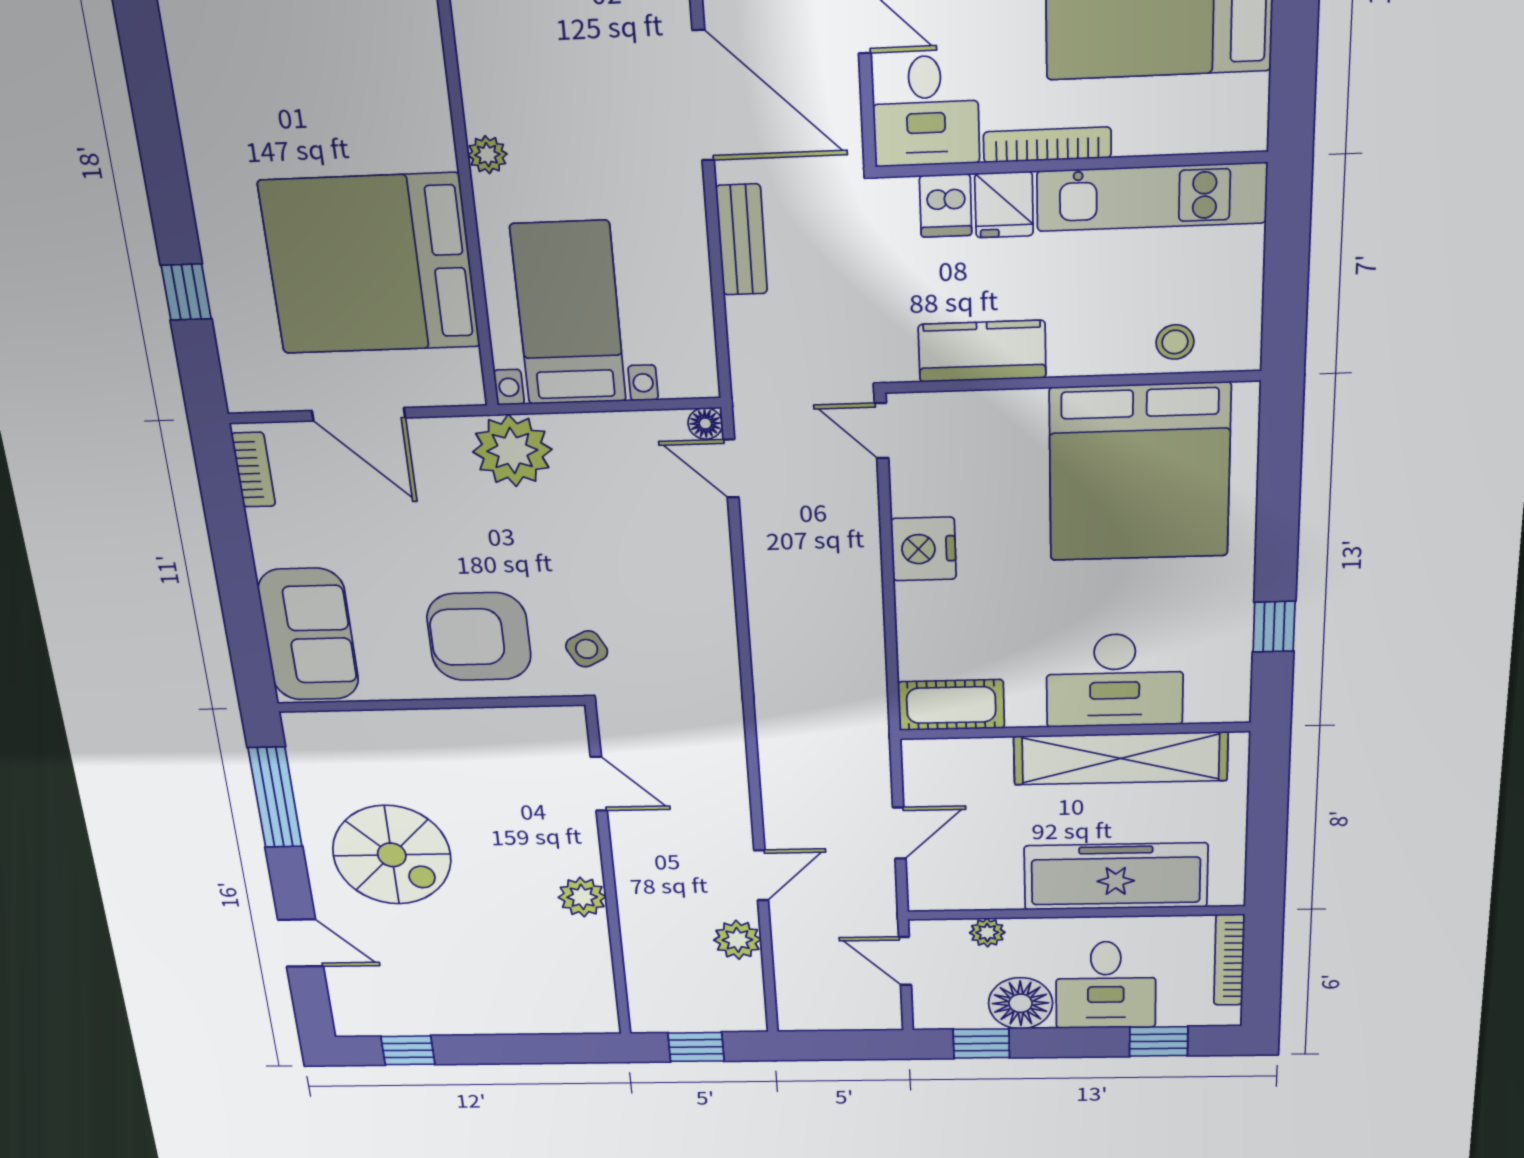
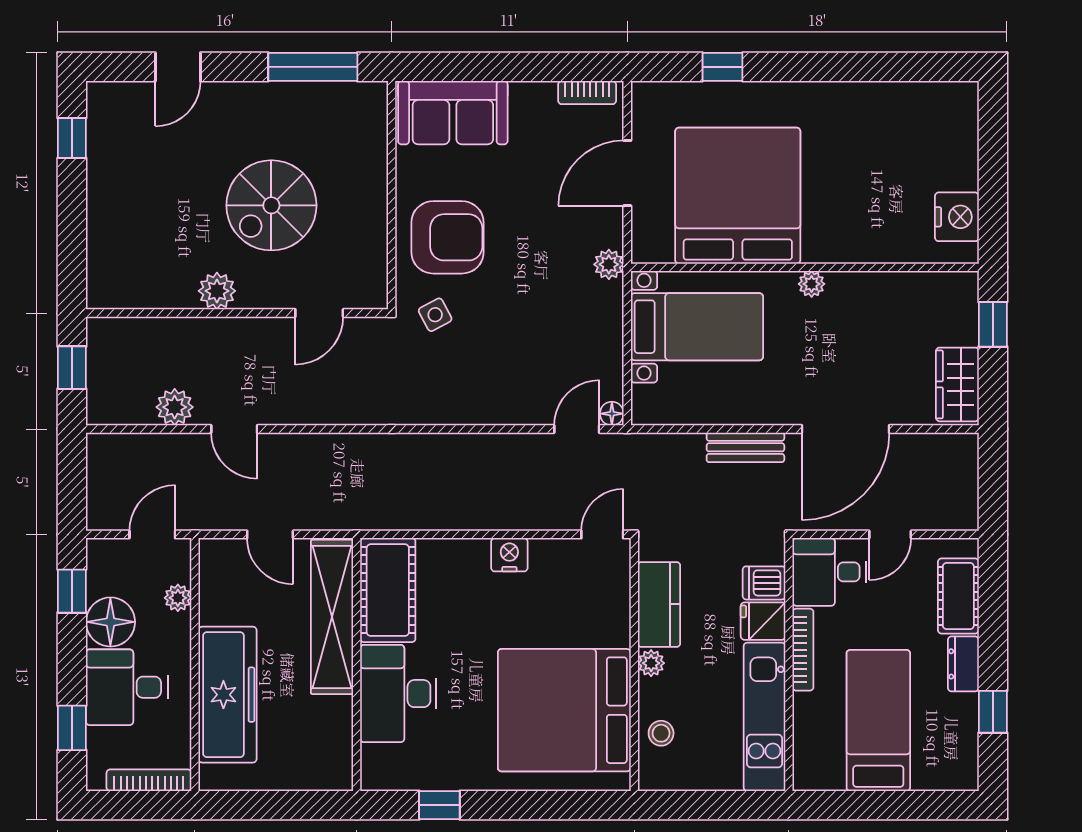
plant: (1070, 359) -> (651, 663), added
plant: (512, 451) -> (609, 264), width x0.53, depth x0.53
nightstand: (923, 549) -> (509, 555), width x0.74, depth x0.75
armchair: (479, 637) -> (448, 237), turned 90
cot: (951, 705) -> (388, 590), width x1.37, depth x1.34
shelving: (1121, 758) -> (332, 617), moved
spiral stairs: (392, 855) -> (271, 205), moved

